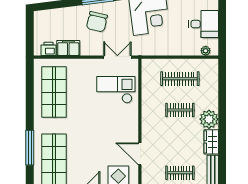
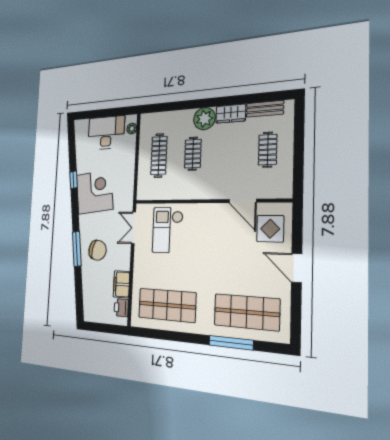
desk: (204, 24) -> (106, 133), width x1.37
door: (140, 154) -> (243, 201), hinge flipped

